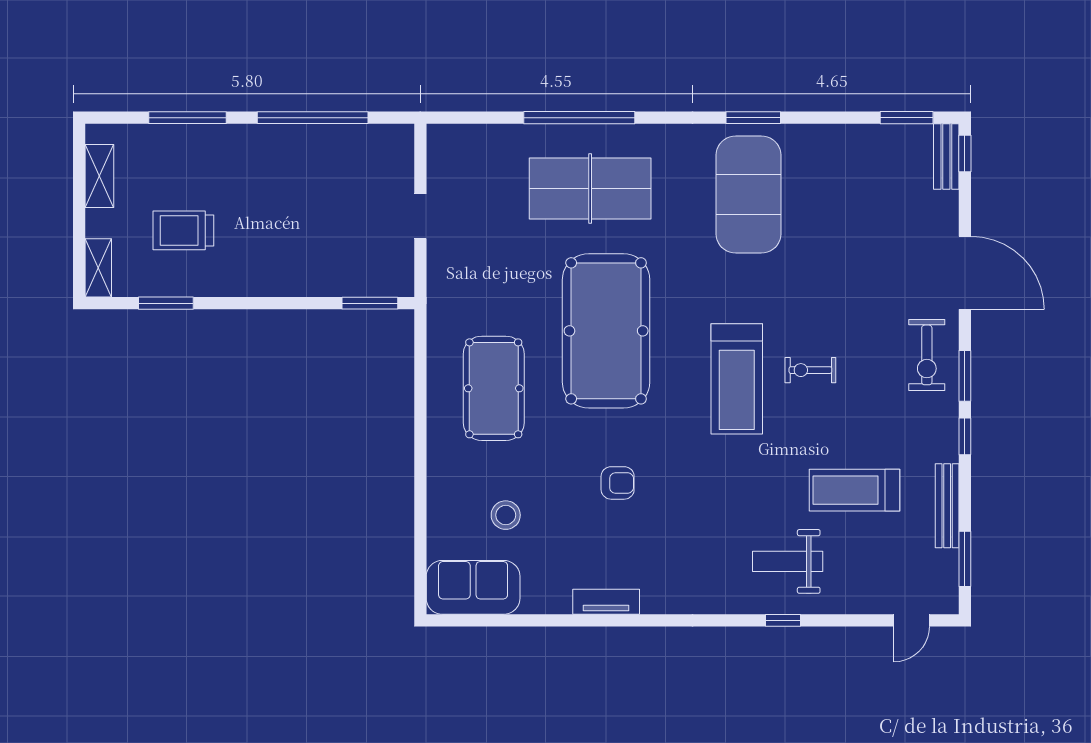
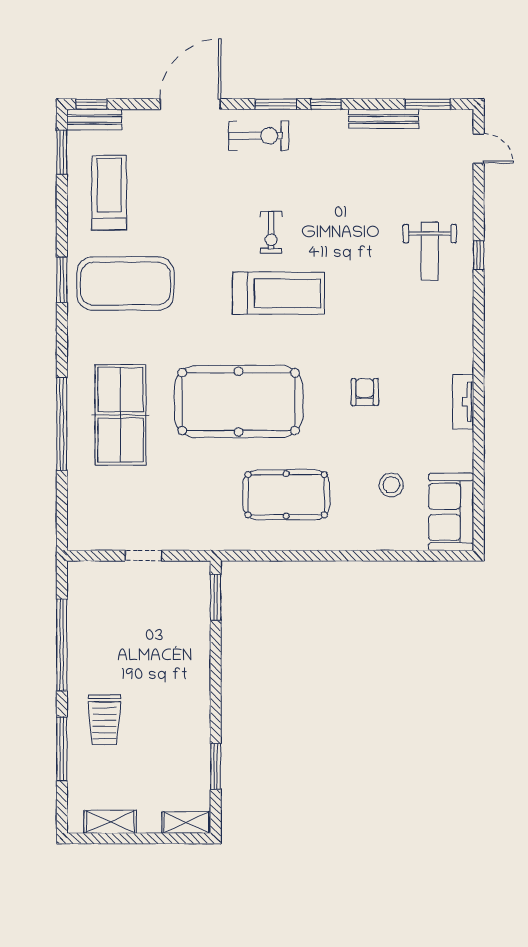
trolley: (183, 230) -> (104, 720), moved
treadmill: (854, 490) -> (109, 193), moved, turned 180

